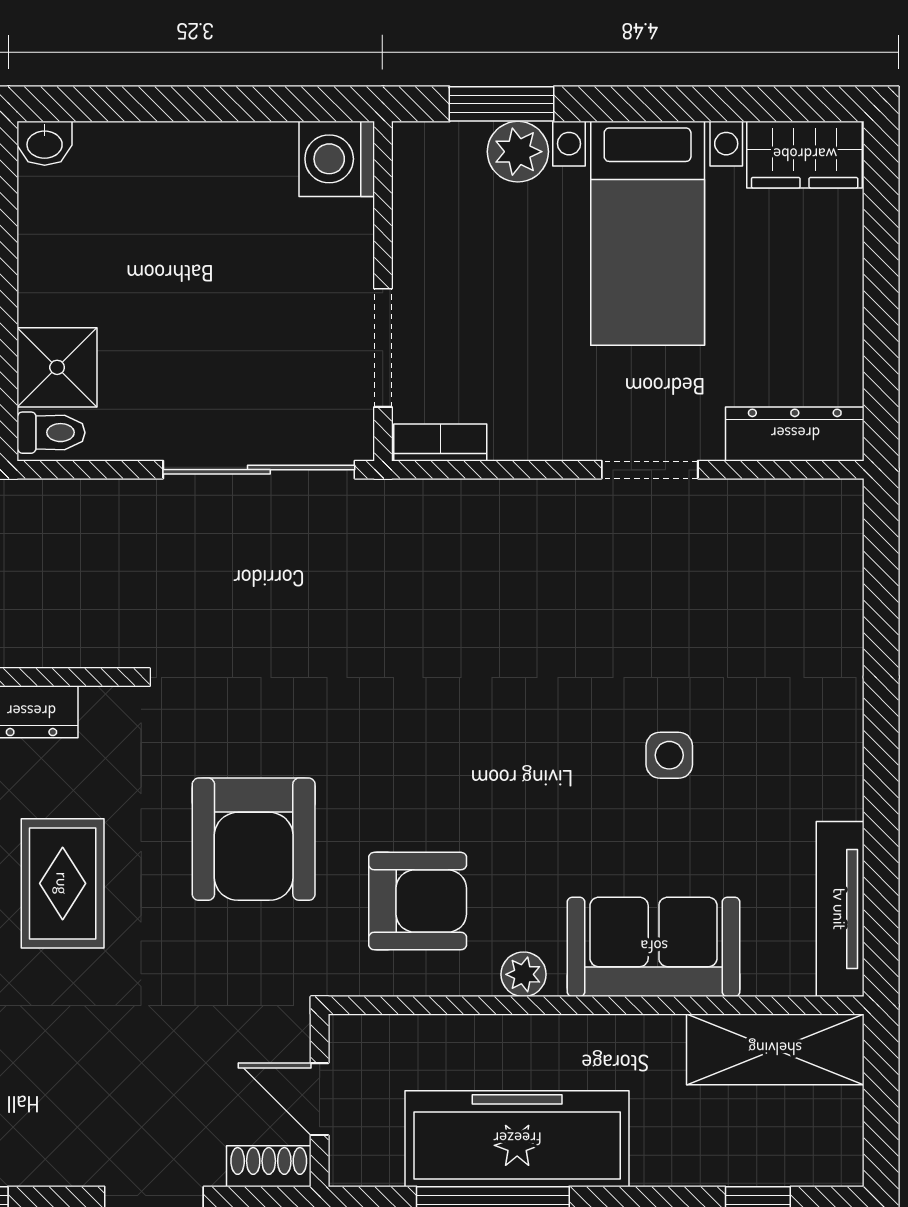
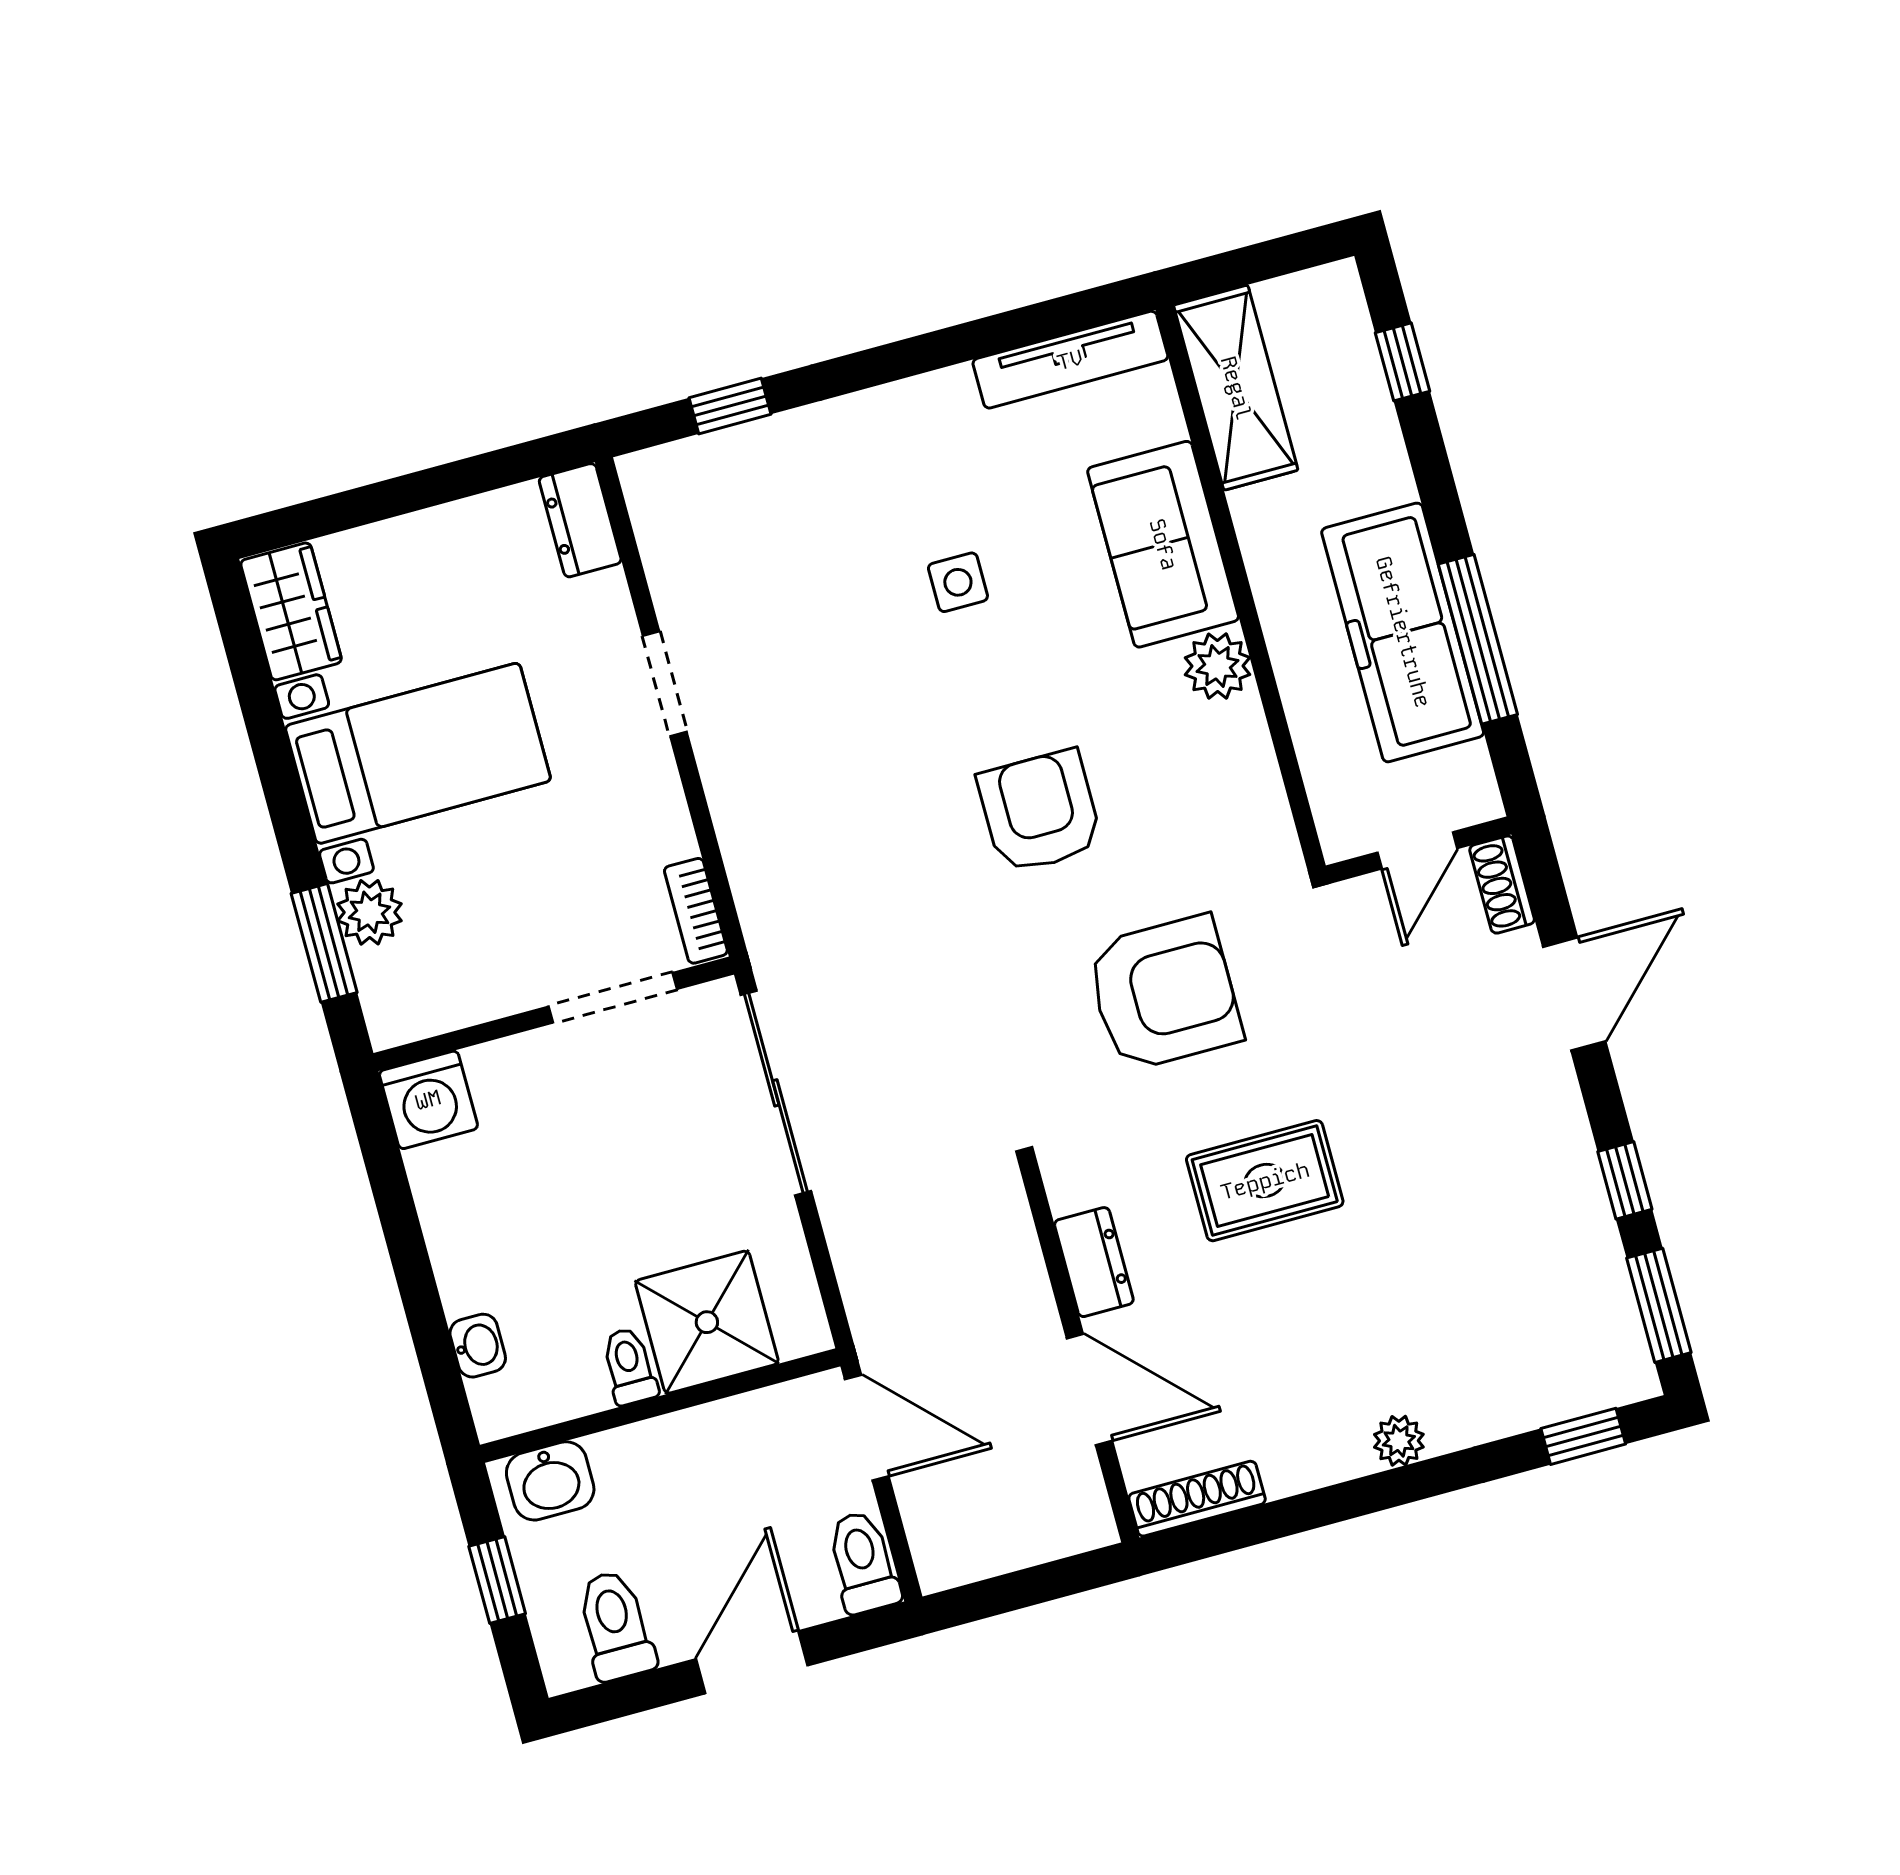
washbasin: (45, 143) -> (478, 1346), moved
shower: (57, 367) -> (707, 1322), width x1.36, depth x1.36
toilet: (51, 433) -> (629, 1366), moved
dresser: (795, 434) -> (580, 520), width x0.70
window: (881, 595) -> (730, 406), added
armchair: (418, 901) -> (1040, 811), moved
plant: (524, 974) -> (1218, 666), width x1.38, depth x1.38

